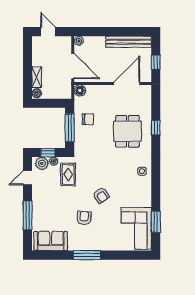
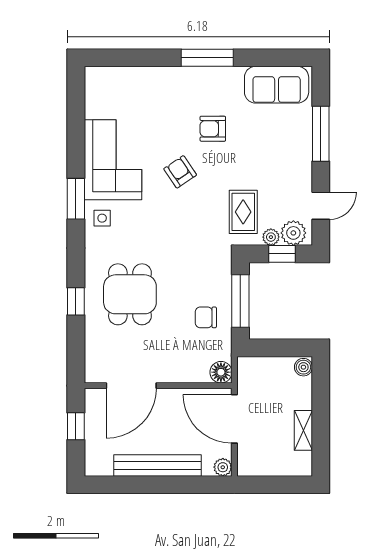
door: (48, 32) -> (282, 485), removed
bench: (128, 42) -> (158, 465), moved
shelving: (37, 77) -> (303, 430), moved
armchair: (84, 218) -> (213, 129), turned 86
window: (156, 222) -> (76, 199), moved
corner sofa: (136, 228) -> (113, 160), moved

